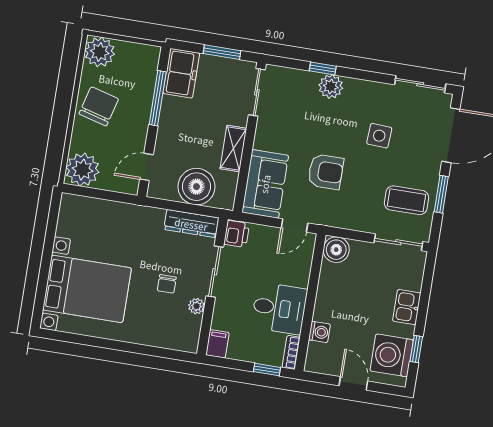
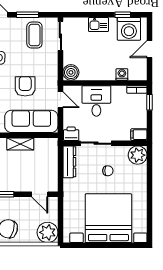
sofa: (265, 184) -> (31, 121), width x1.36
boiler: (196, 187) -> (47, 162), removed
bed with nightstands: (87, 289) -> (108, 218), width x1.36
plant: (197, 306) -> (138, 155), moved, width x1.88, depth x1.88
desk: (279, 308) -> (96, 101), moved

